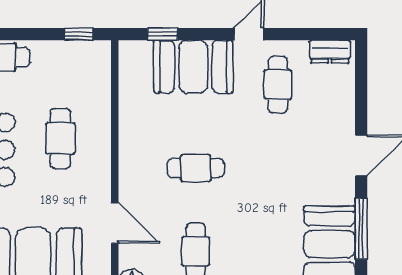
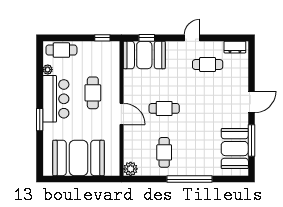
booth: (193, 67) -> (144, 55), moved
cafe table: (278, 85) -> (208, 64), turned 90
door: (115, 223) -> (122, 114), moved

